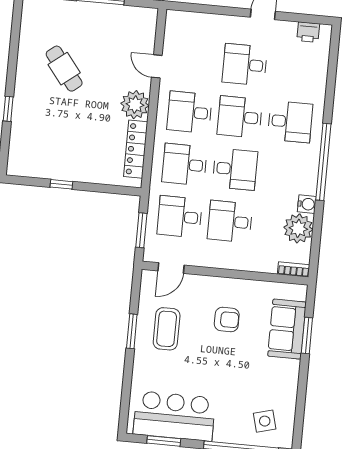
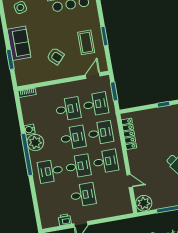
printer: (308, 32) -> (65, 220), moved
plant: (135, 105) -> (144, 203), moved
desk: (235, 169) -> (73, 138), turned 180
plant: (298, 228) -> (35, 143), moved
armchair: (227, 319) -> (55, 56), turned -137
sofa: (287, 329) -> (19, 43), moved

